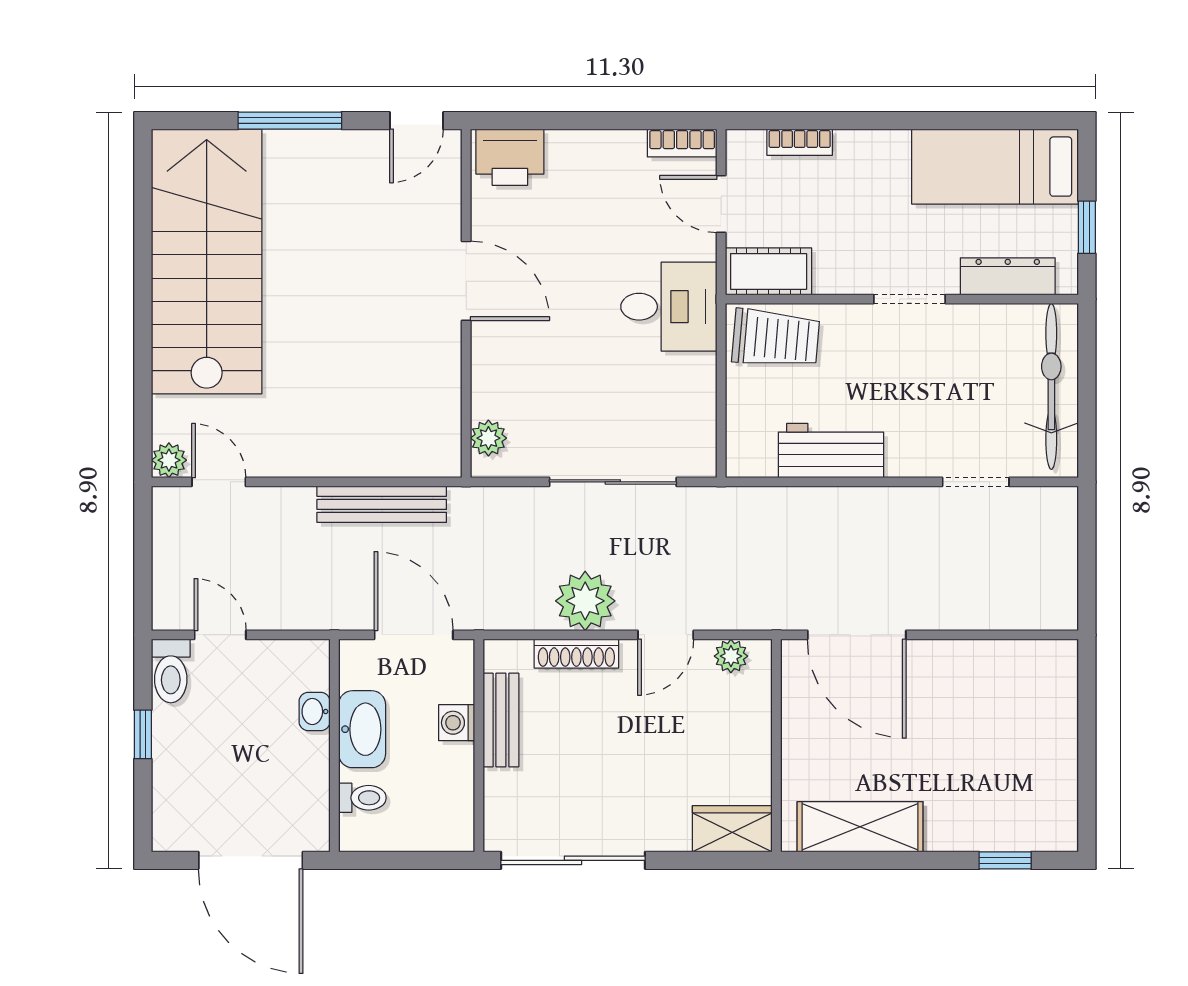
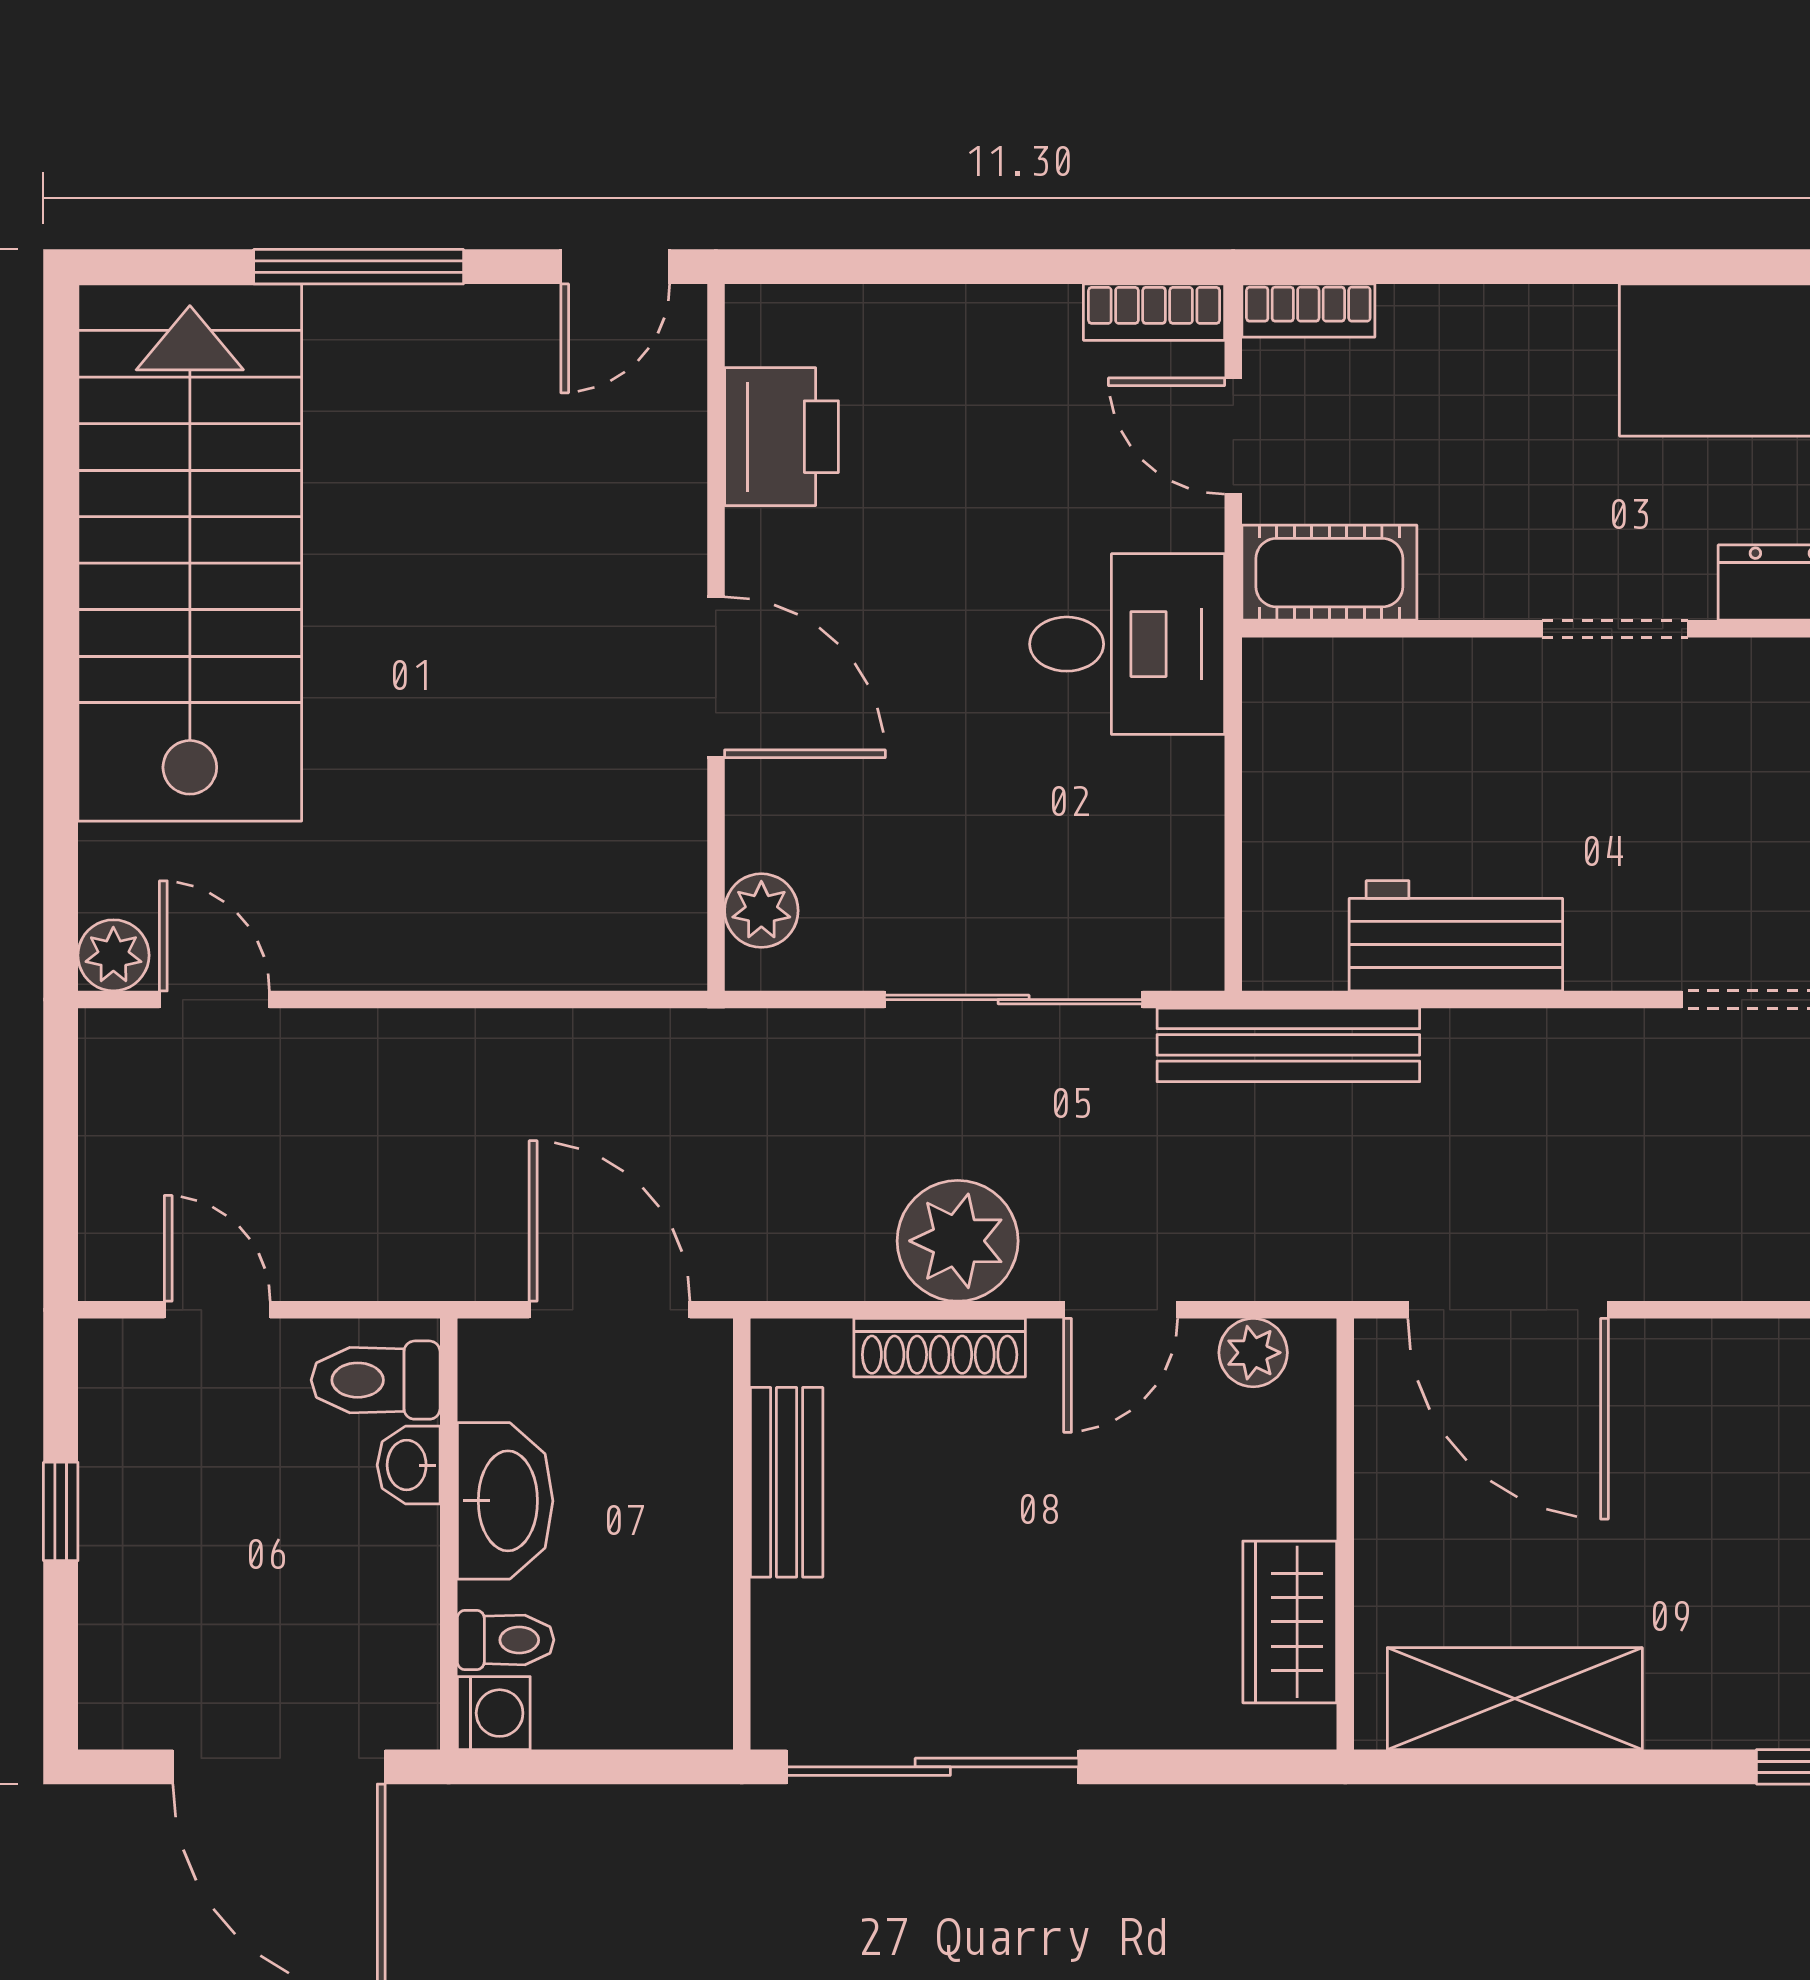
bookcase: (800, 142) -> (1308, 311), moved
printer: (510, 157) -> (782, 437), moved, turned -90
door: (466, 281) -> (716, 677), moved
trolley: (776, 338) -> (1344, 709), removed
bench: (382, 504) -> (1288, 1045), moved
toilet: (171, 671) -> (376, 1380), moved, turned 90
washing machine: (457, 723) -> (494, 1713), moved, turned 180
wardrobe: (732, 829) -> (1290, 1622), moved, turned -90

